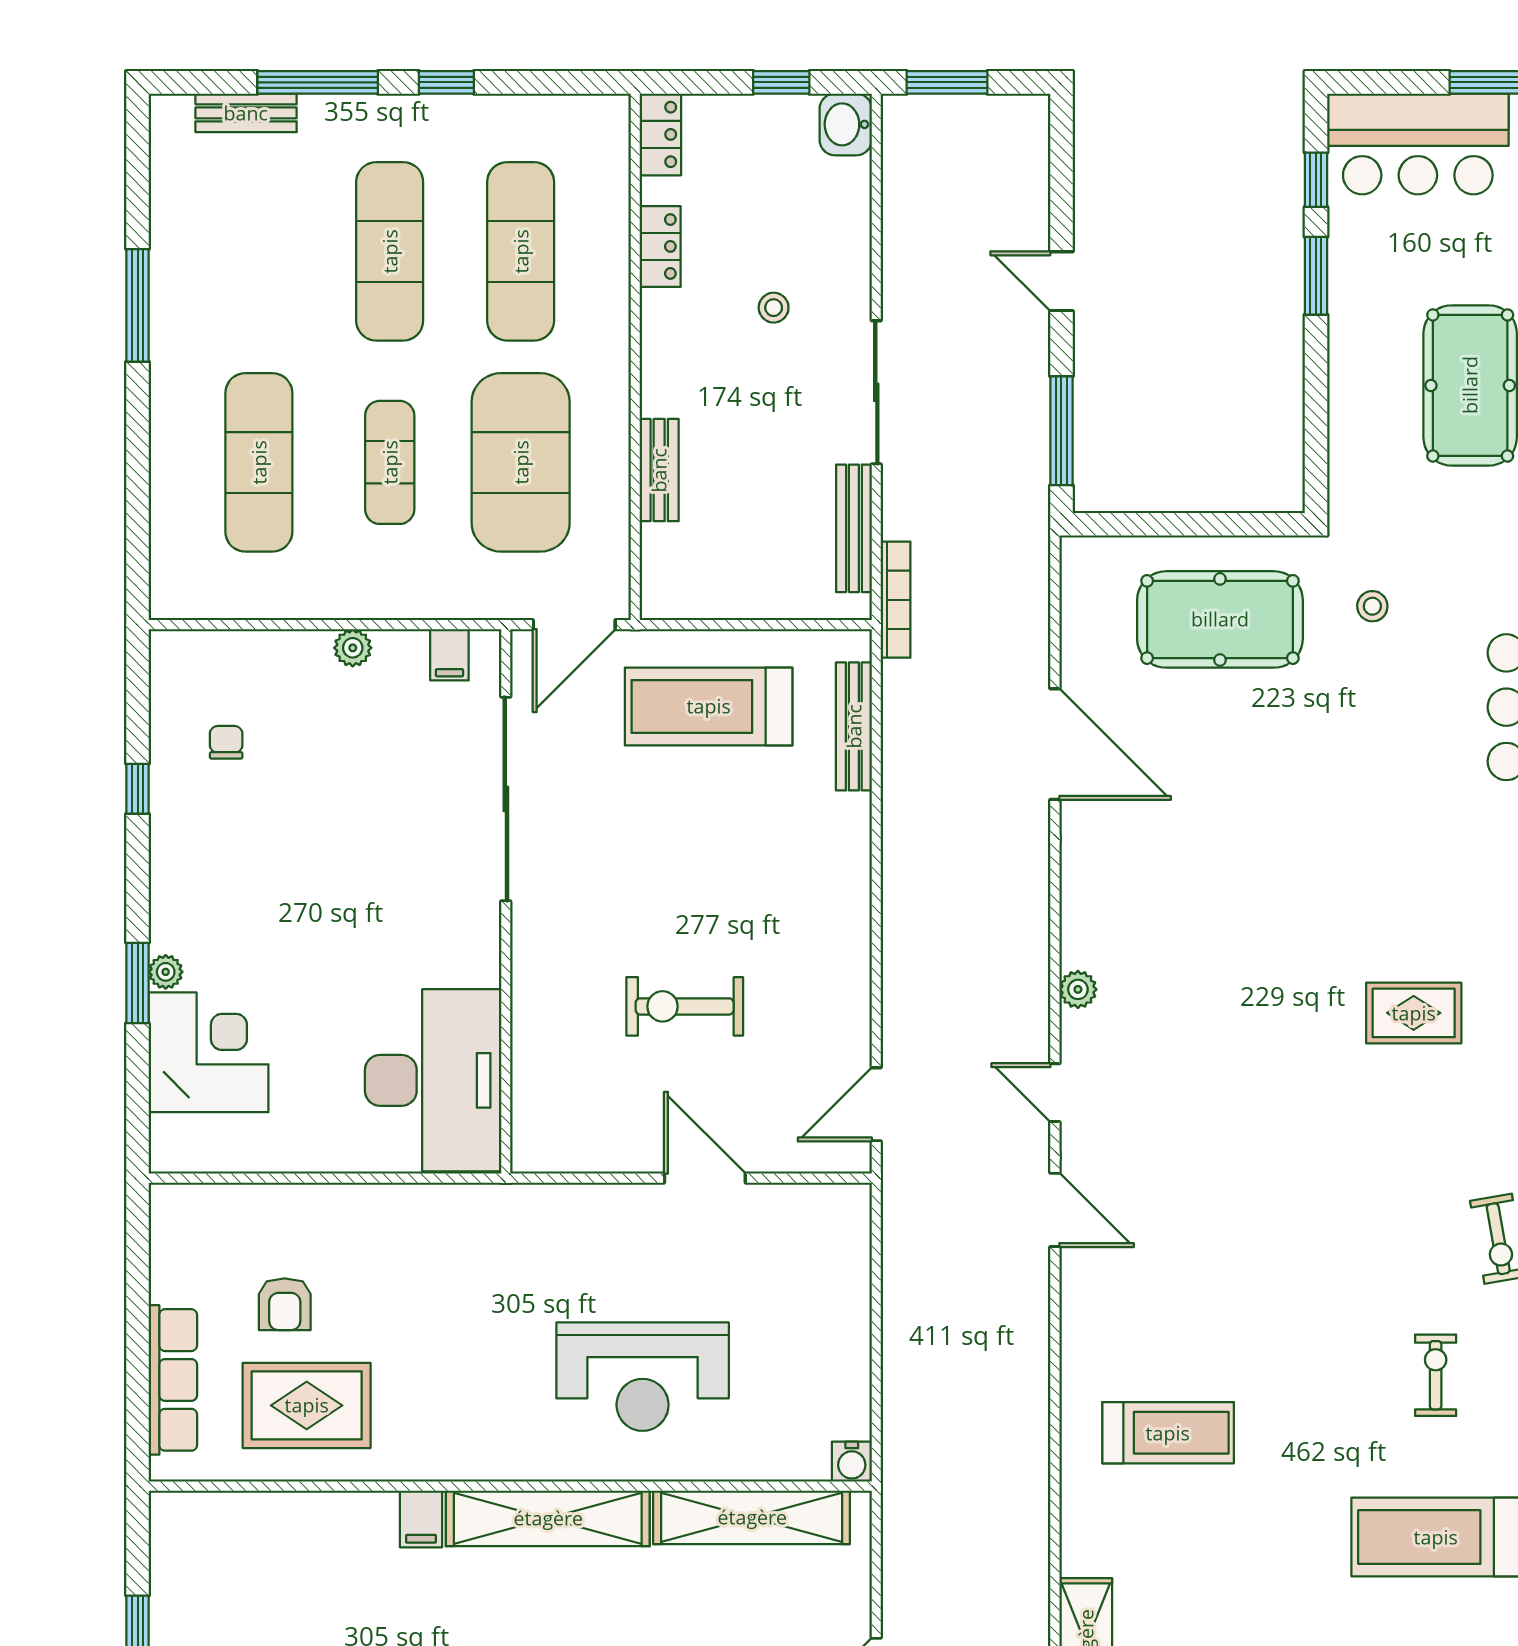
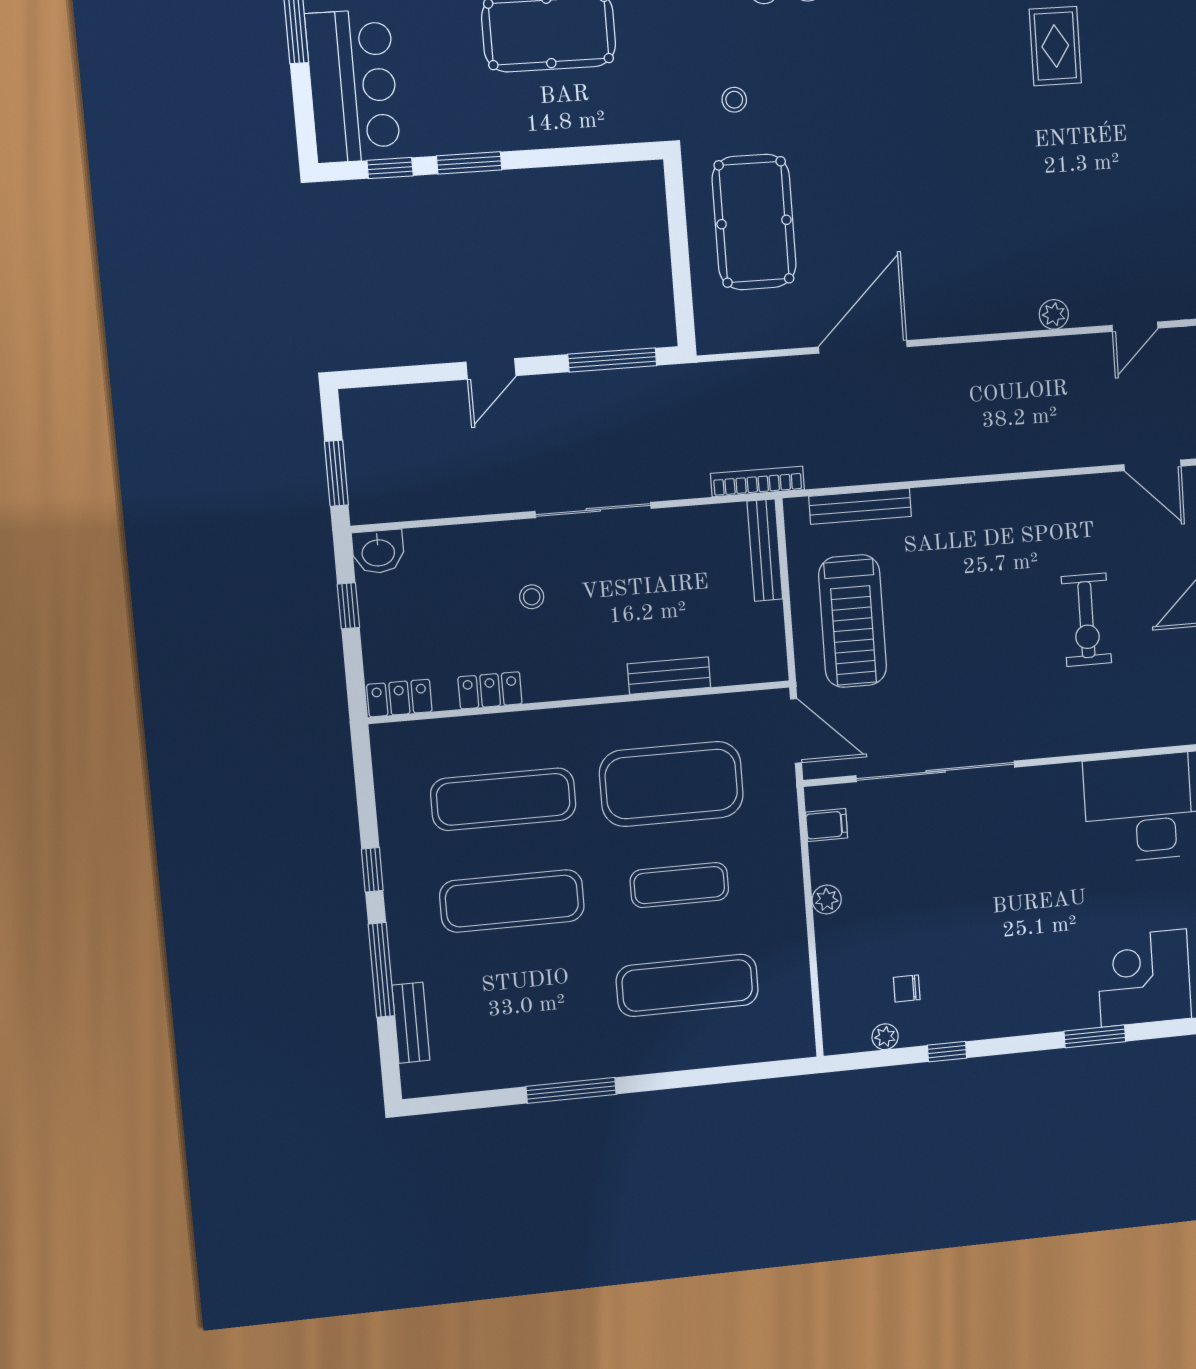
bench: (854, 528) -> (765, 550), moved, turned 90
plant: (166, 972) -> (885, 1037), moved

